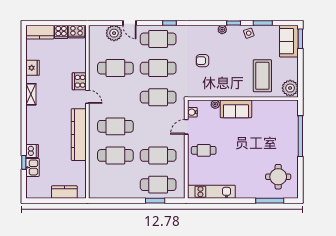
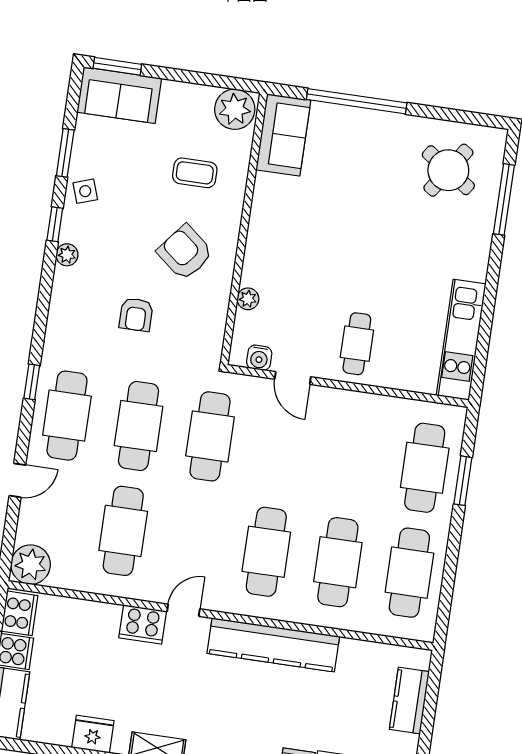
plant: (114, 33) -> (31, 565), moved
coffee table: (262, 76) -> (195, 173), width x0.54, depth x0.58
armchair: (230, 77) -> (185, 252), added
sofa: (236, 109) -> (283, 135), moved
cafe table: (158, 155) -> (409, 573), moved
round table: (278, 177) -> (448, 170), turned 34

